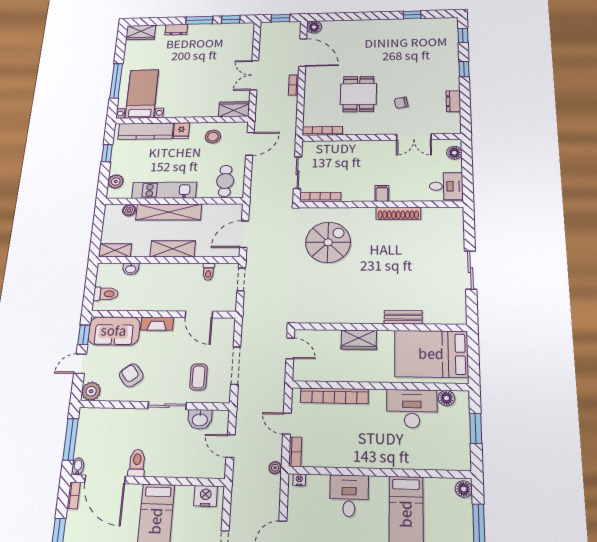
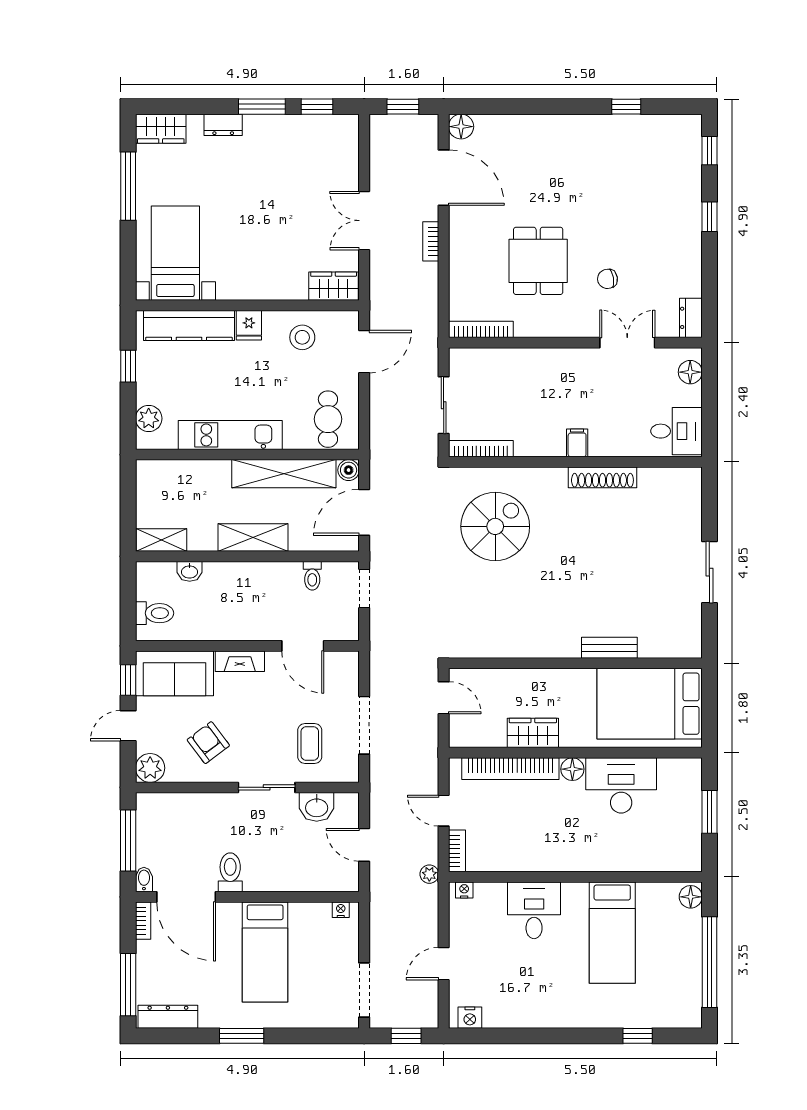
window: (116, 81) -> (128, 186), moved
dresser: (453, 101) -> (691, 318), moved
double door: (414, 137) -> (627, 343), swing flipped
boiler: (129, 210) -> (349, 470), moved
shelving: (169, 212) -> (284, 474), moved
wardrobe: (359, 340) -> (533, 733), moved, turned 180
floor lamp: (446, 398) -> (572, 769), moved
nightstand: (206, 496) -> (341, 910), width x0.53, depth x0.56

